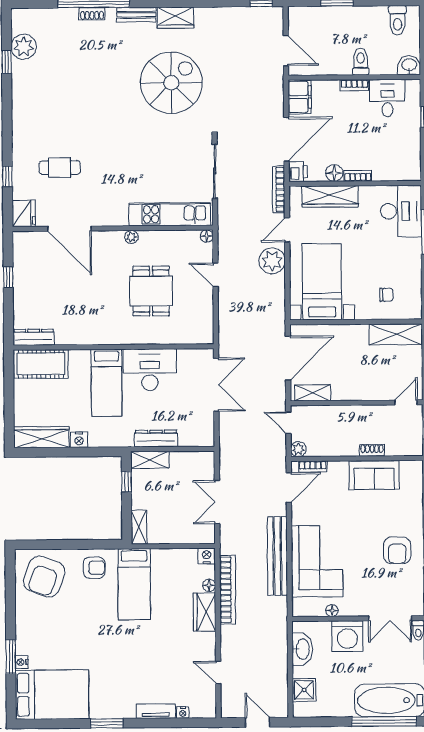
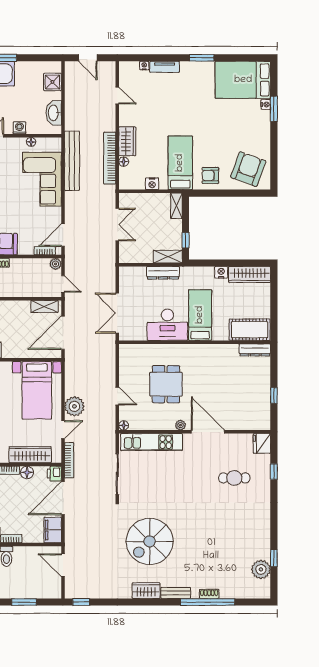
door: (69, 229) -> (208, 432), moved
nightstand: (207, 556) -> (152, 184), moved
bench: (277, 556) -> (72, 161), moved
washing machine: (347, 636) -> (19, 128), width x0.53, depth x0.53

